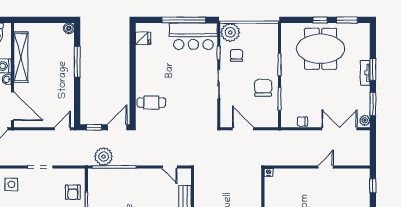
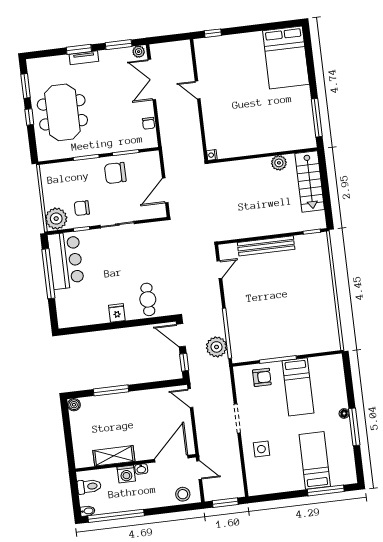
fridge: (143, 38) -> (117, 313), moved
shelving: (21, 57) -> (114, 456), width x0.68

